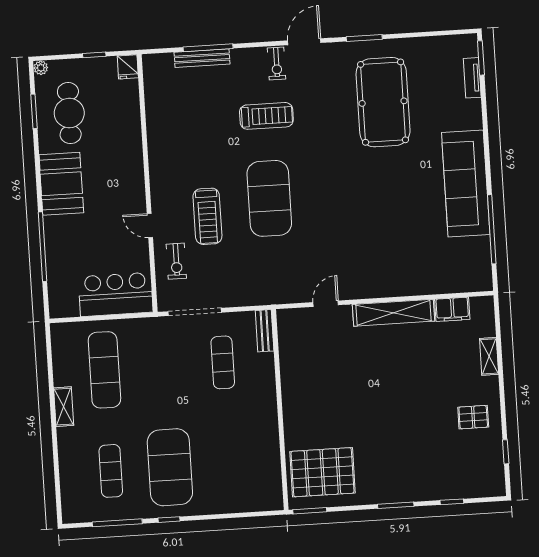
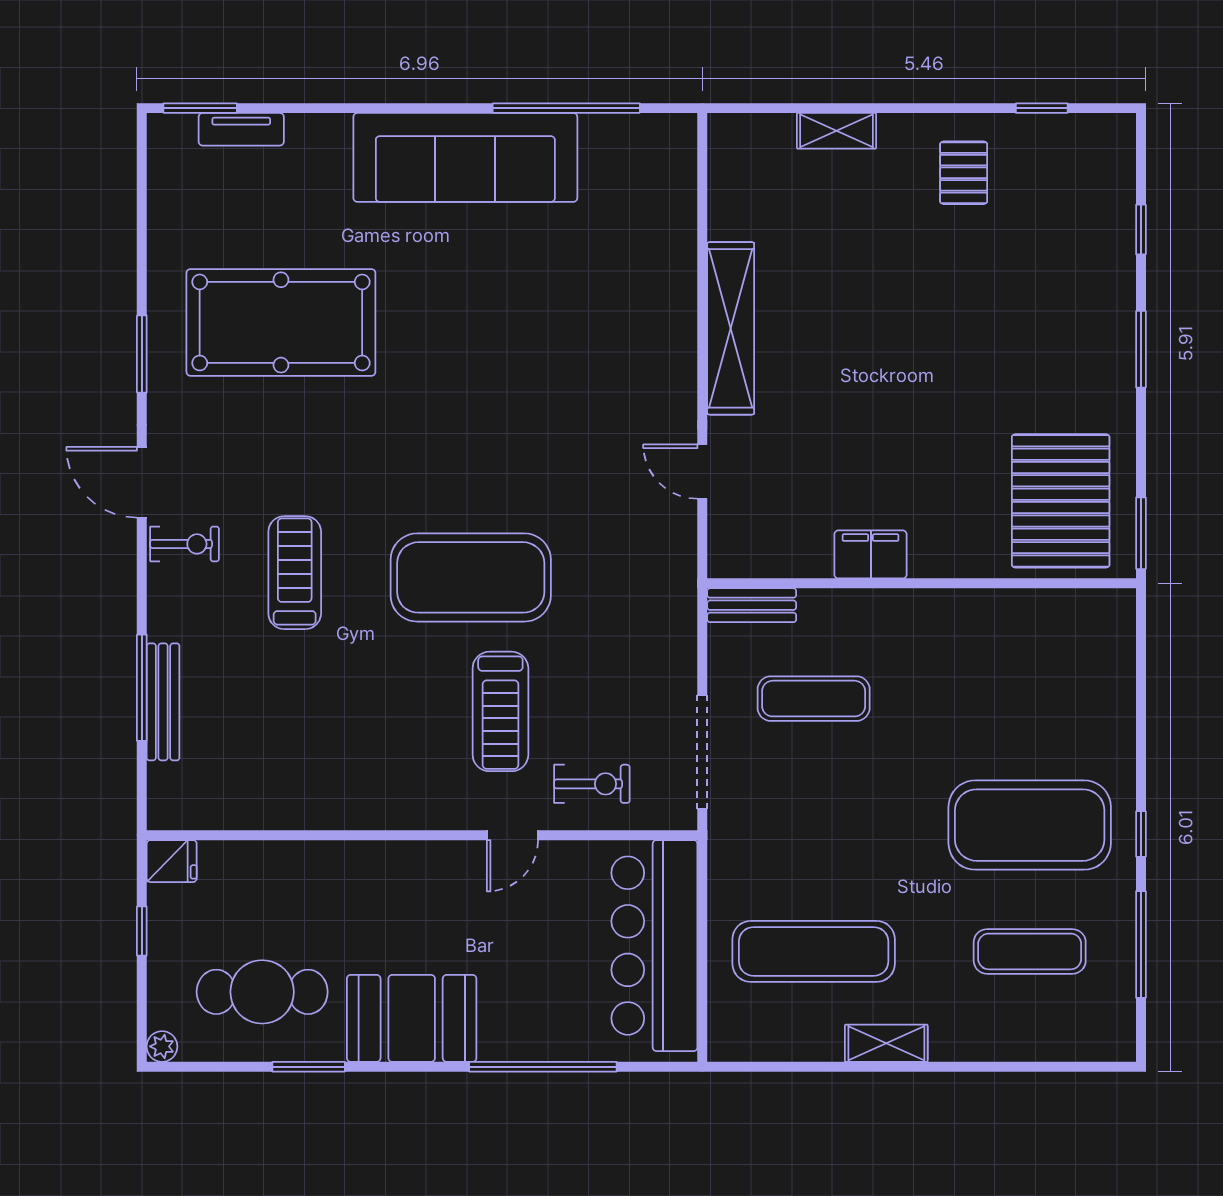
window: (34, 111) -> (309, 1067), moved
treadmill: (207, 216) -> (500, 711), turned 90
bar counter: (116, 294) -> (654, 946), width x1.36
filing cabinet: (452, 309) -> (871, 554), moved, turned -90

